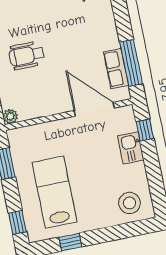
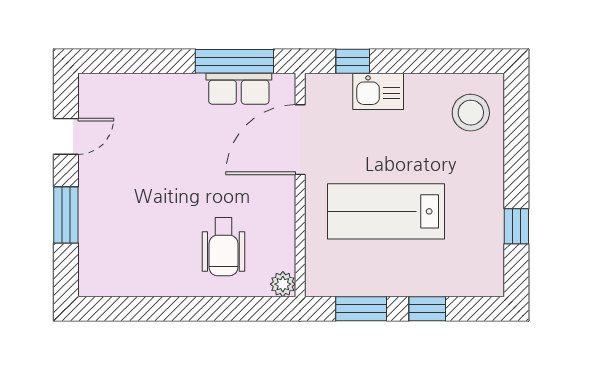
wheelchair: (27, 55) -> (223, 247), moved
lab bench: (54, 192) -> (386, 211), moved
window: (18, 222) -> (427, 309), moved

